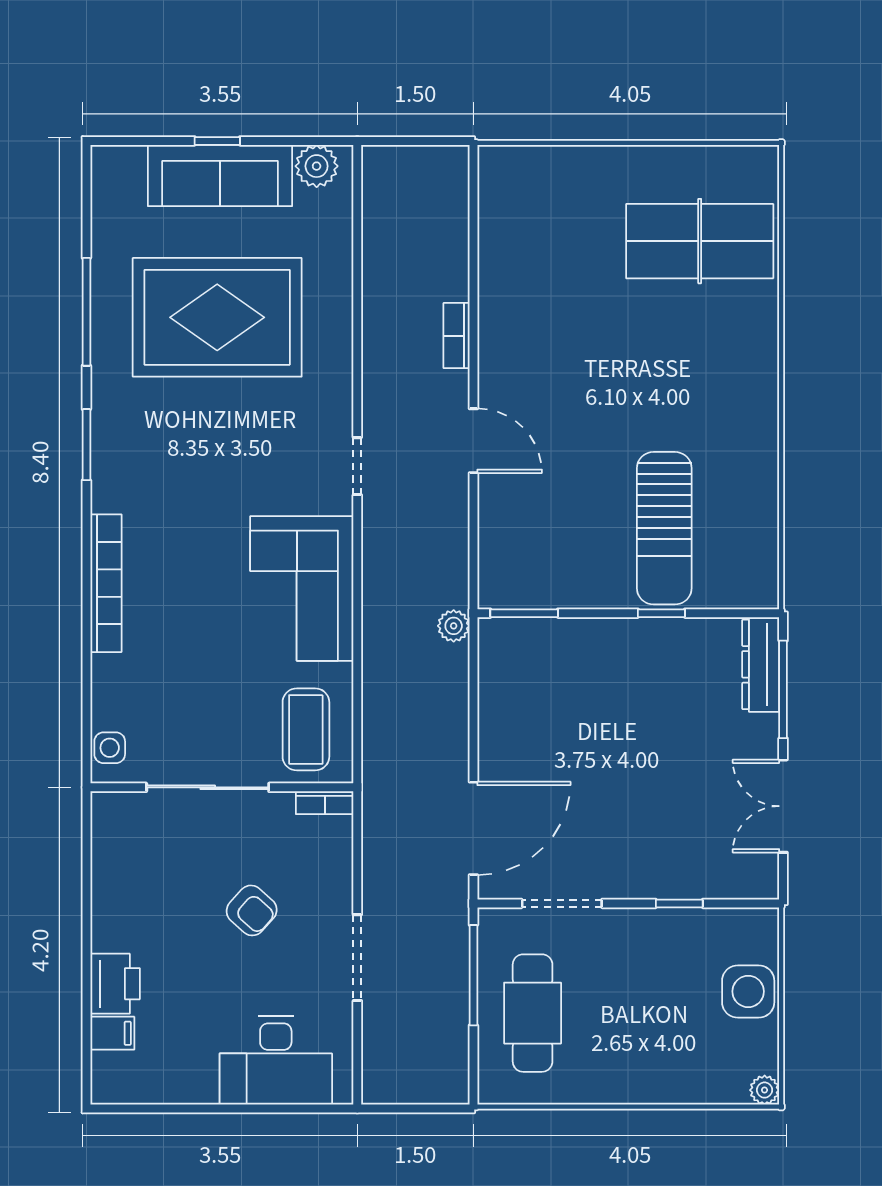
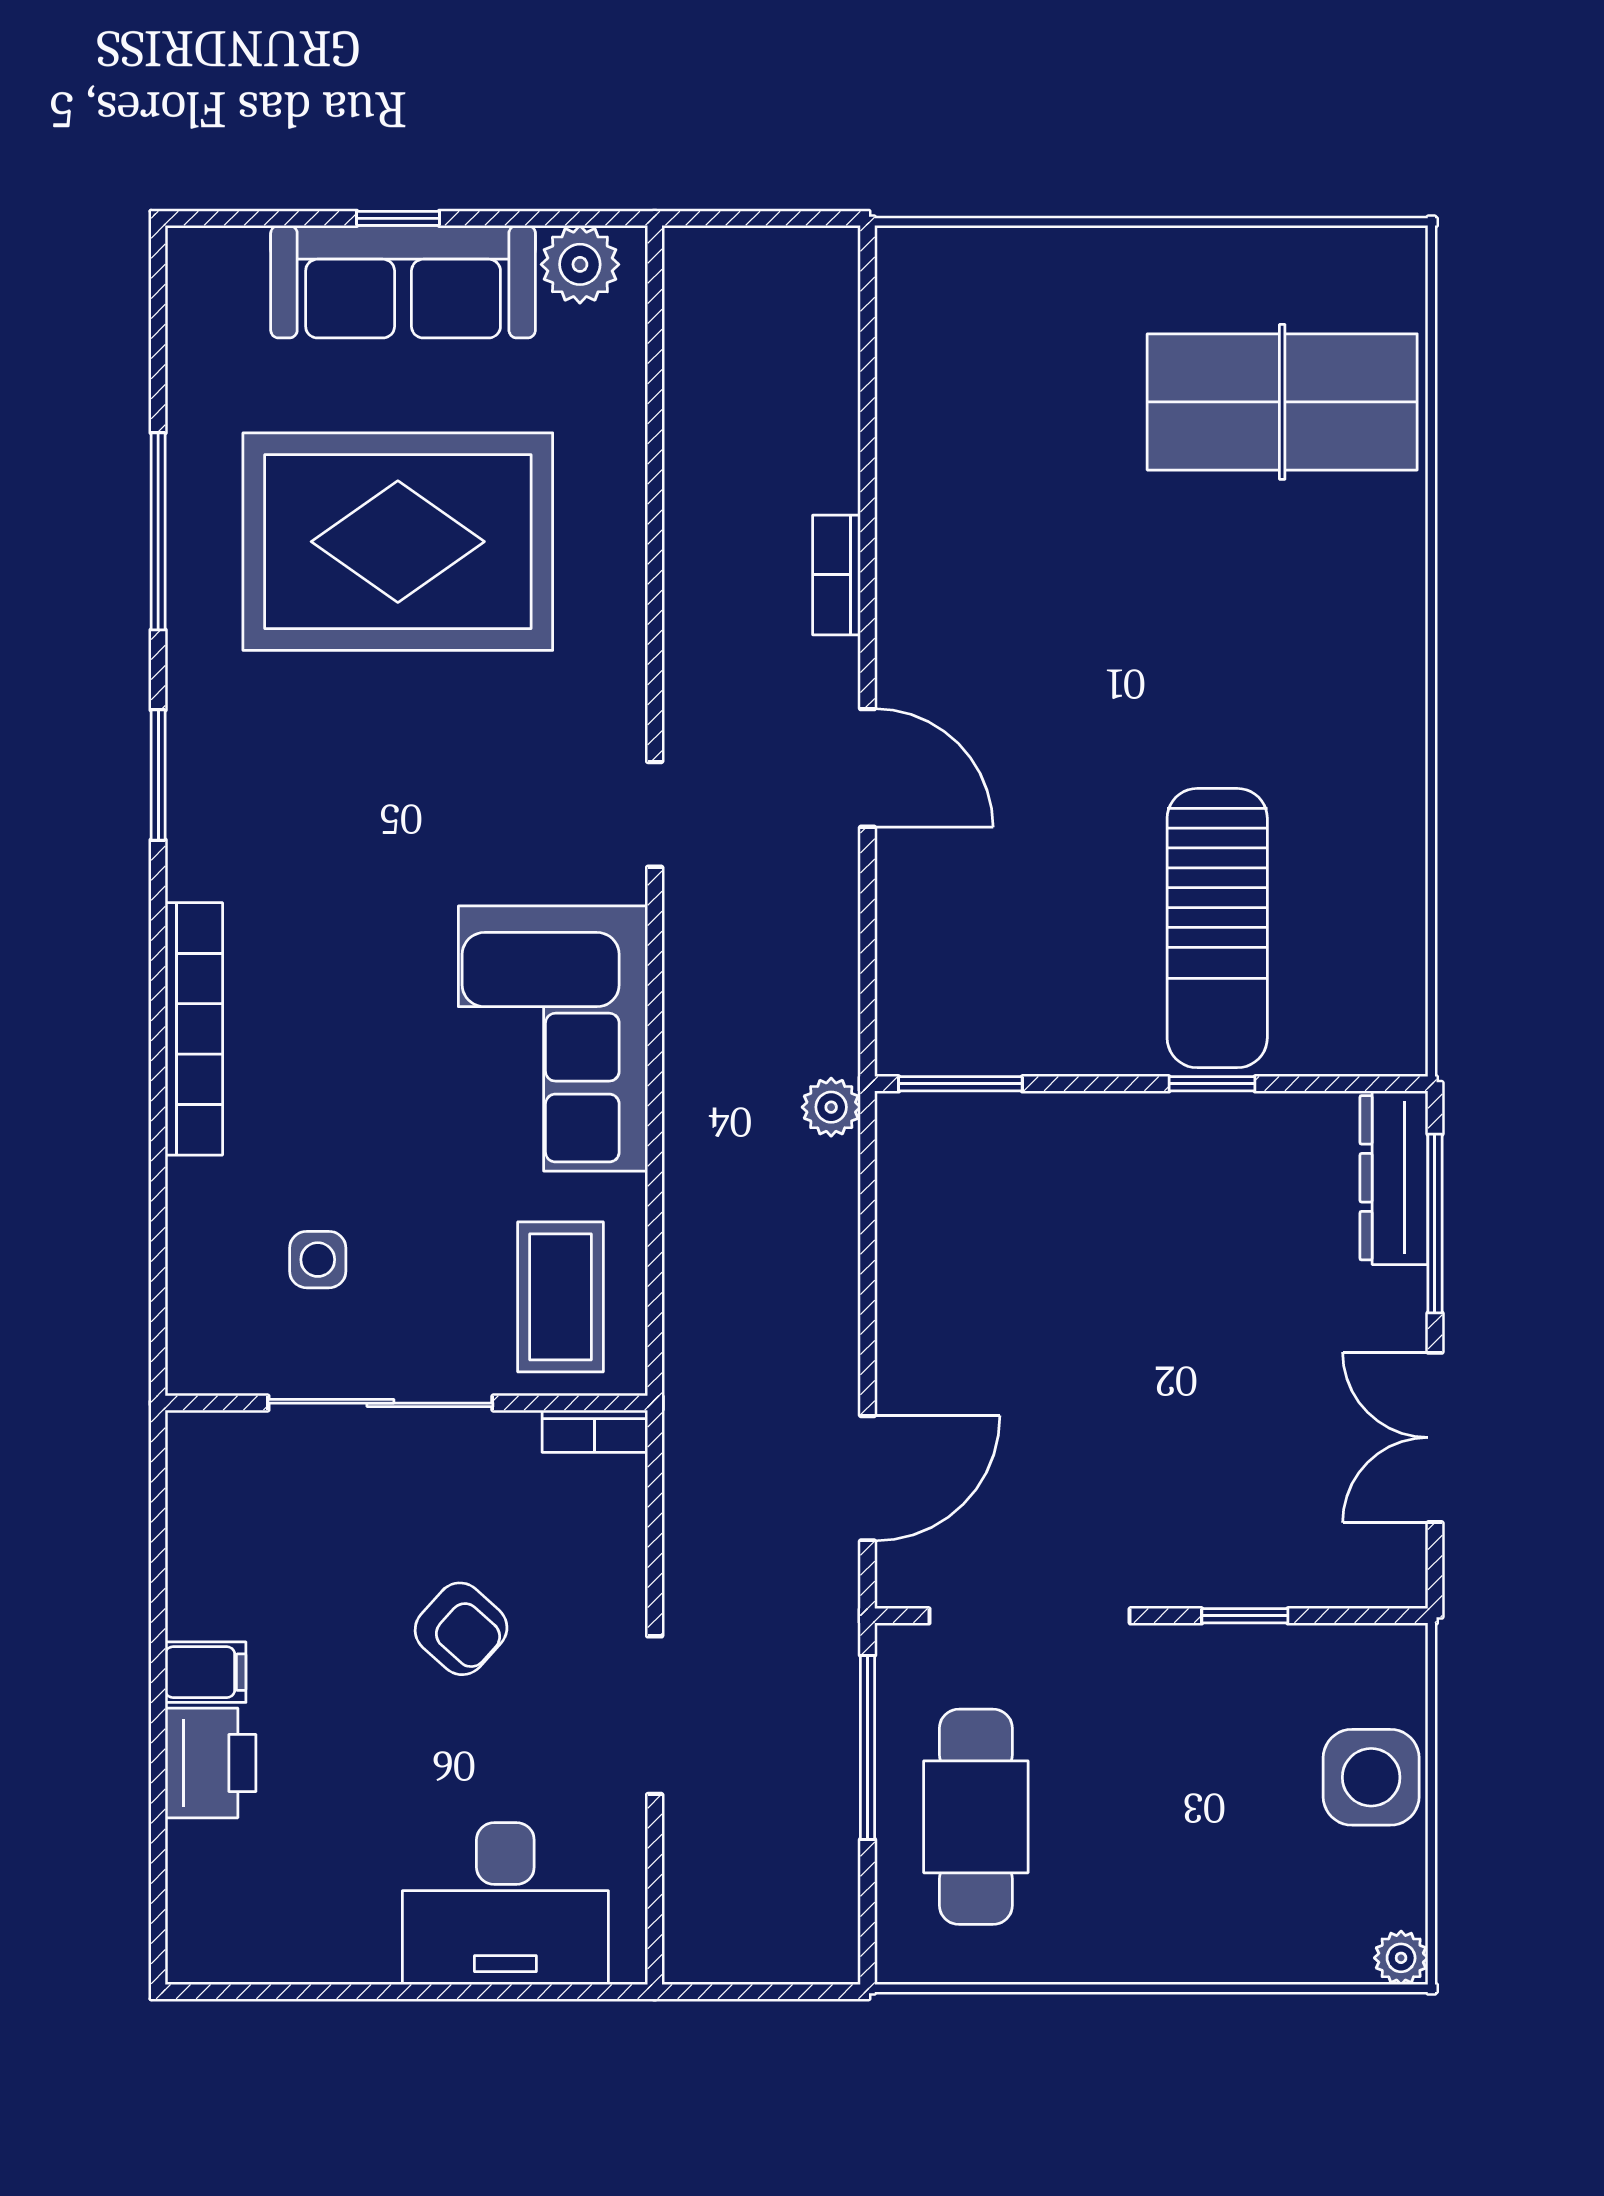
side table: (110, 748) -> (318, 1260), moved
door: (473, 828) -> (867, 1478), width x0.73
doorway: (562, 903) -> (1030, 1616), width x1.36
filing cabinet: (112, 1033) -> (206, 1672), moved

